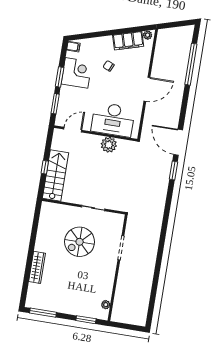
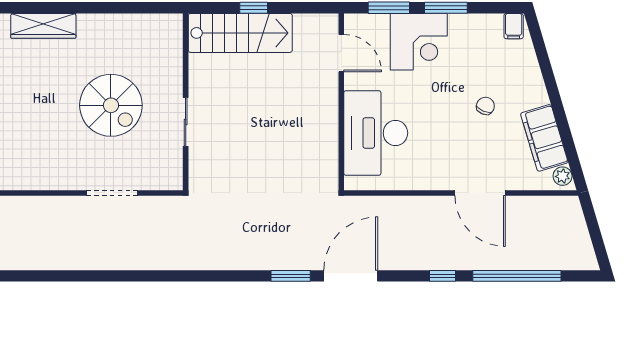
corner desk: (77, 73) -> (419, 42), moved
door: (147, 89) -> (480, 193), moved
window: (185, 99) -> (442, 276), added
plant: (109, 145) -> (322, 133), removed
spiral stairs: (80, 242) -> (111, 105), turned 180

